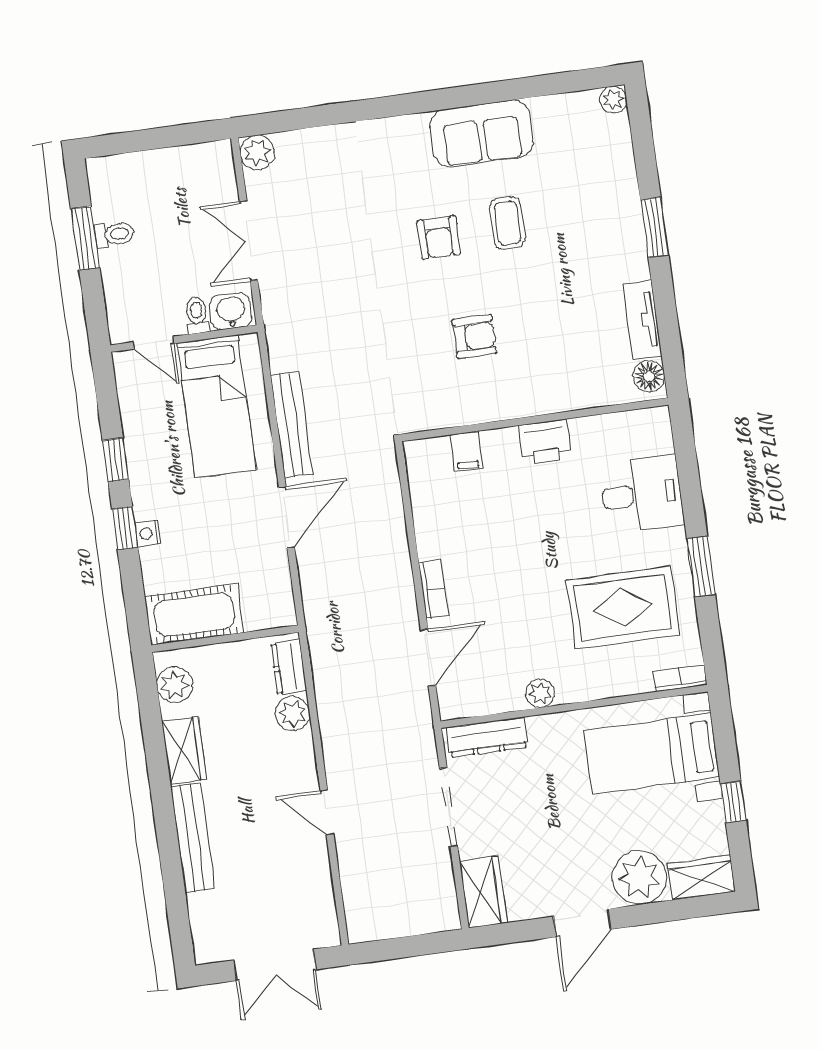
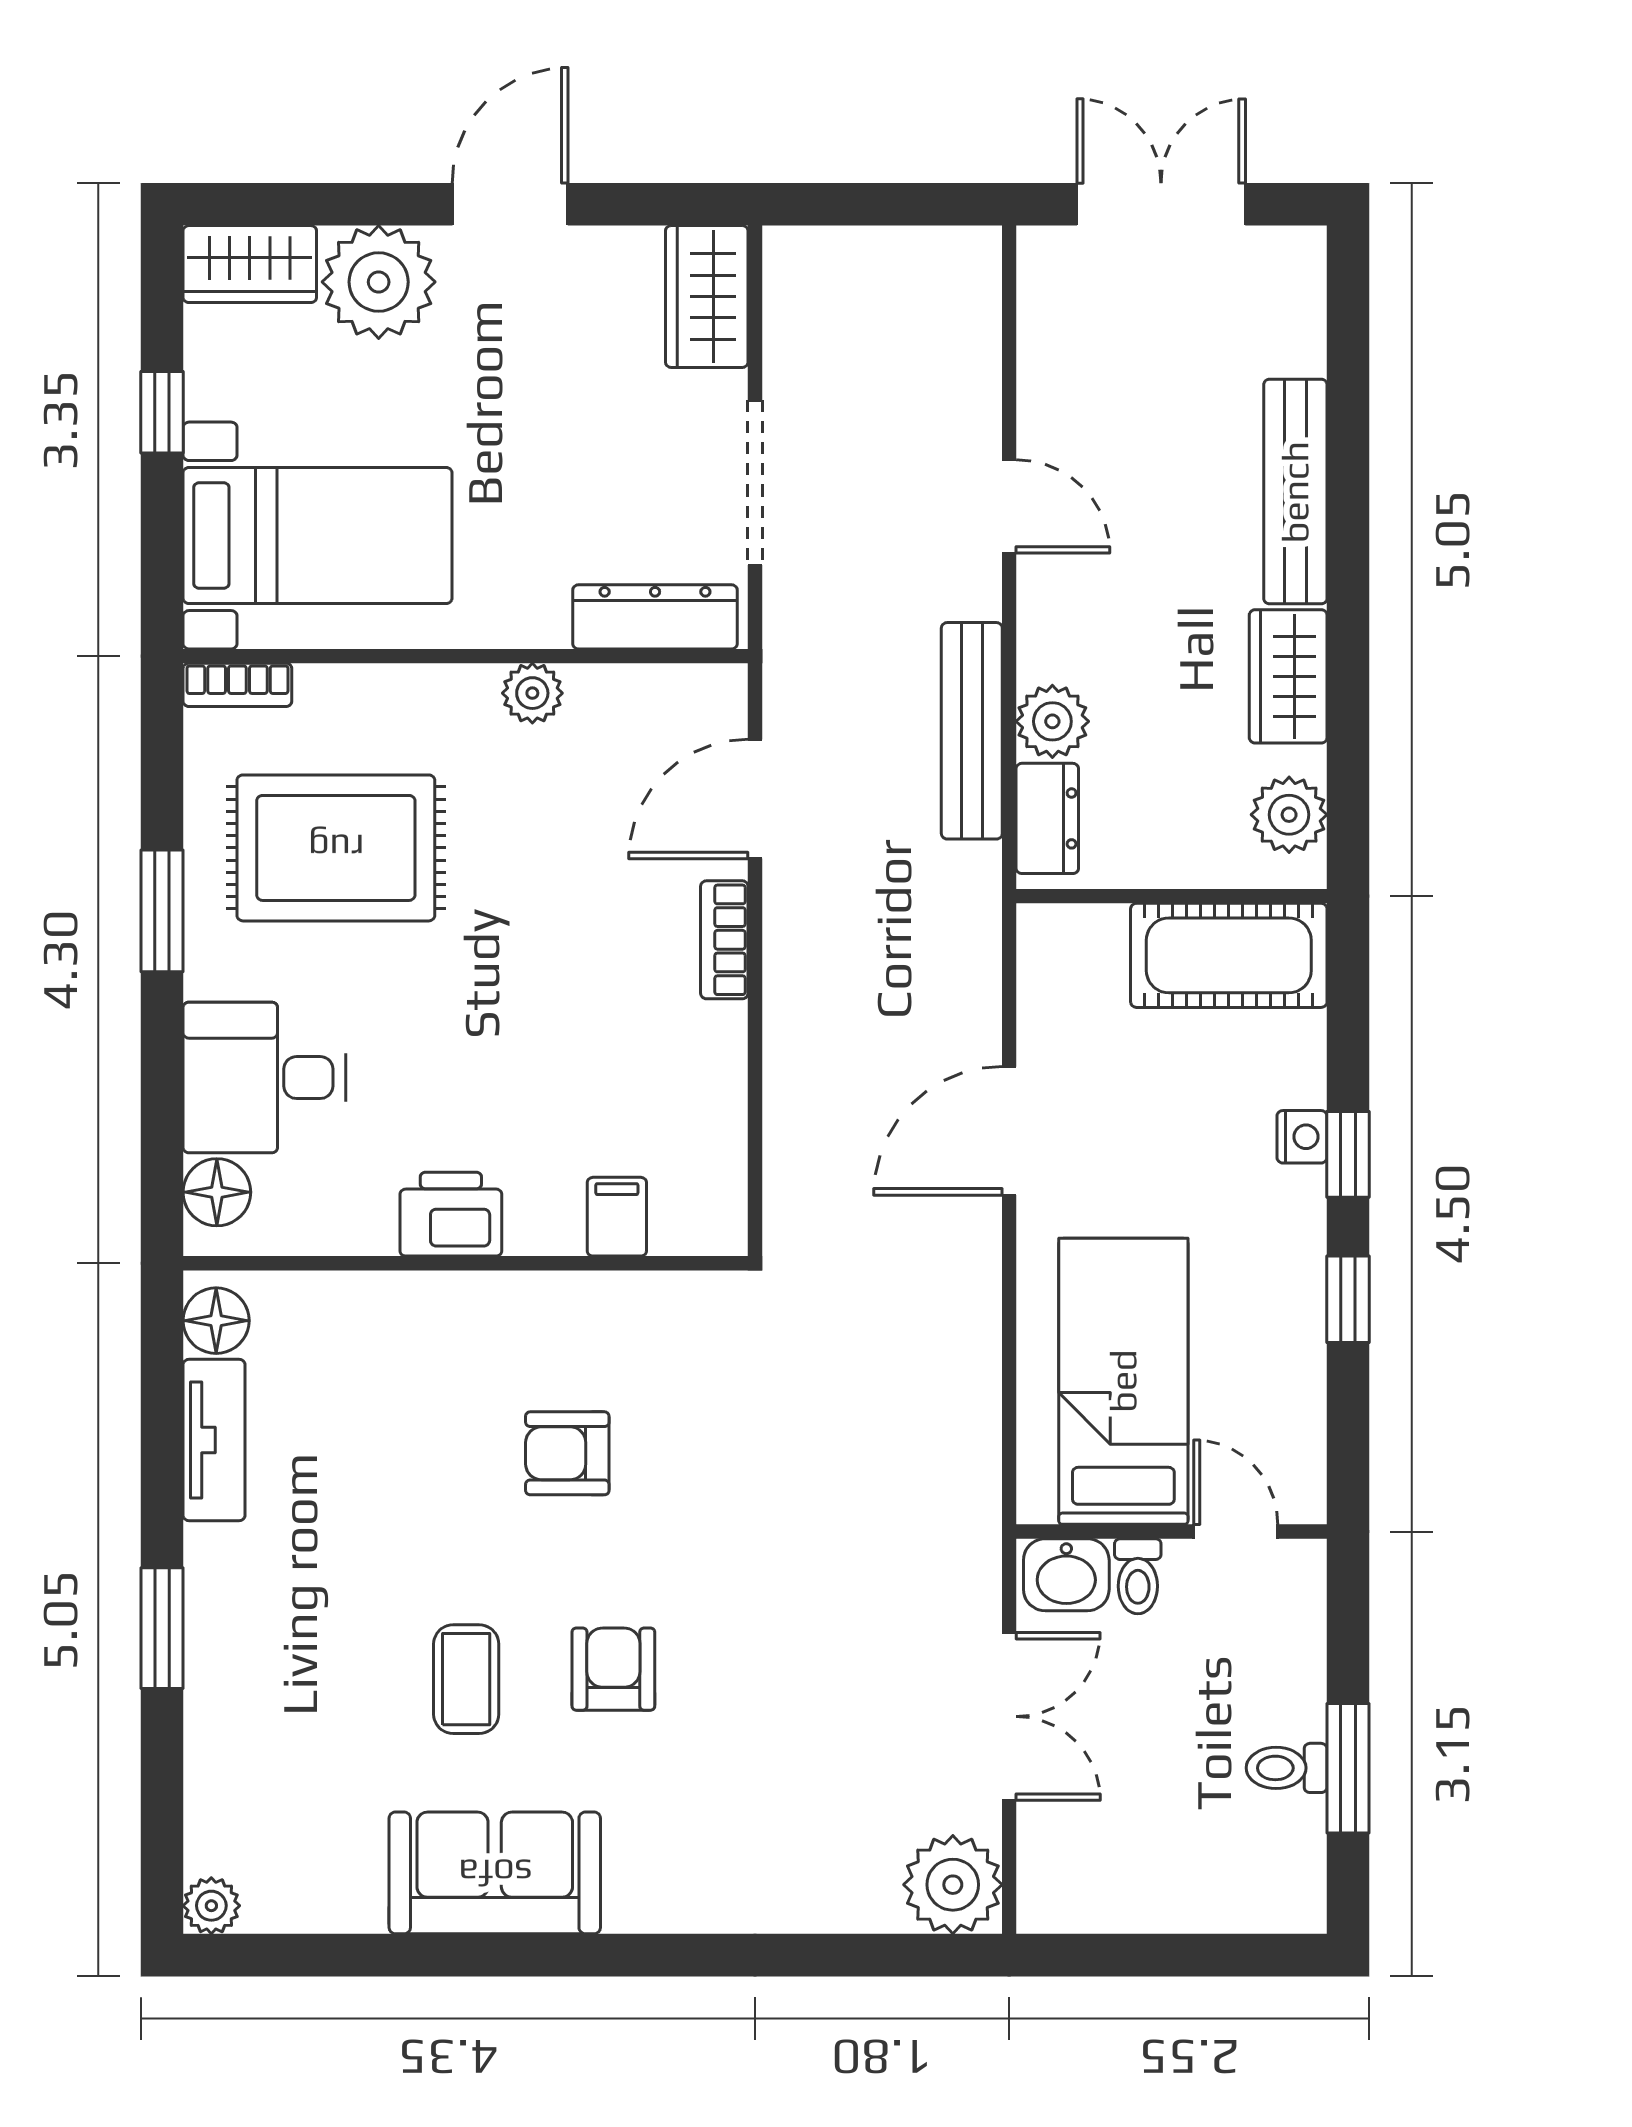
plant: (257, 152) -> (953, 1885), width x1.36, depth x1.36
bench: (292, 425) -> (972, 731), moved
floor lamp: (657, 437) -> (217, 1192), added

